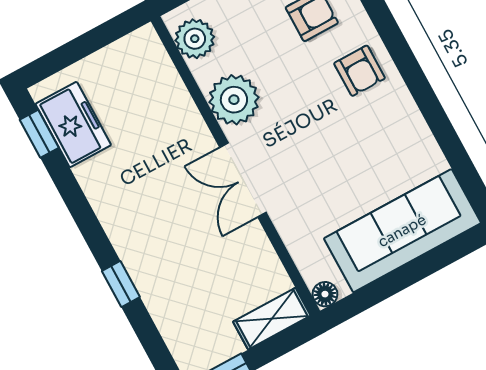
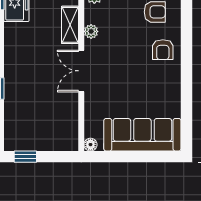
plant: (234, 100) -> (91, 31), width x0.53, depth x0.53
shelving: (272, 319) -> (70, 25), moved, turned 90

